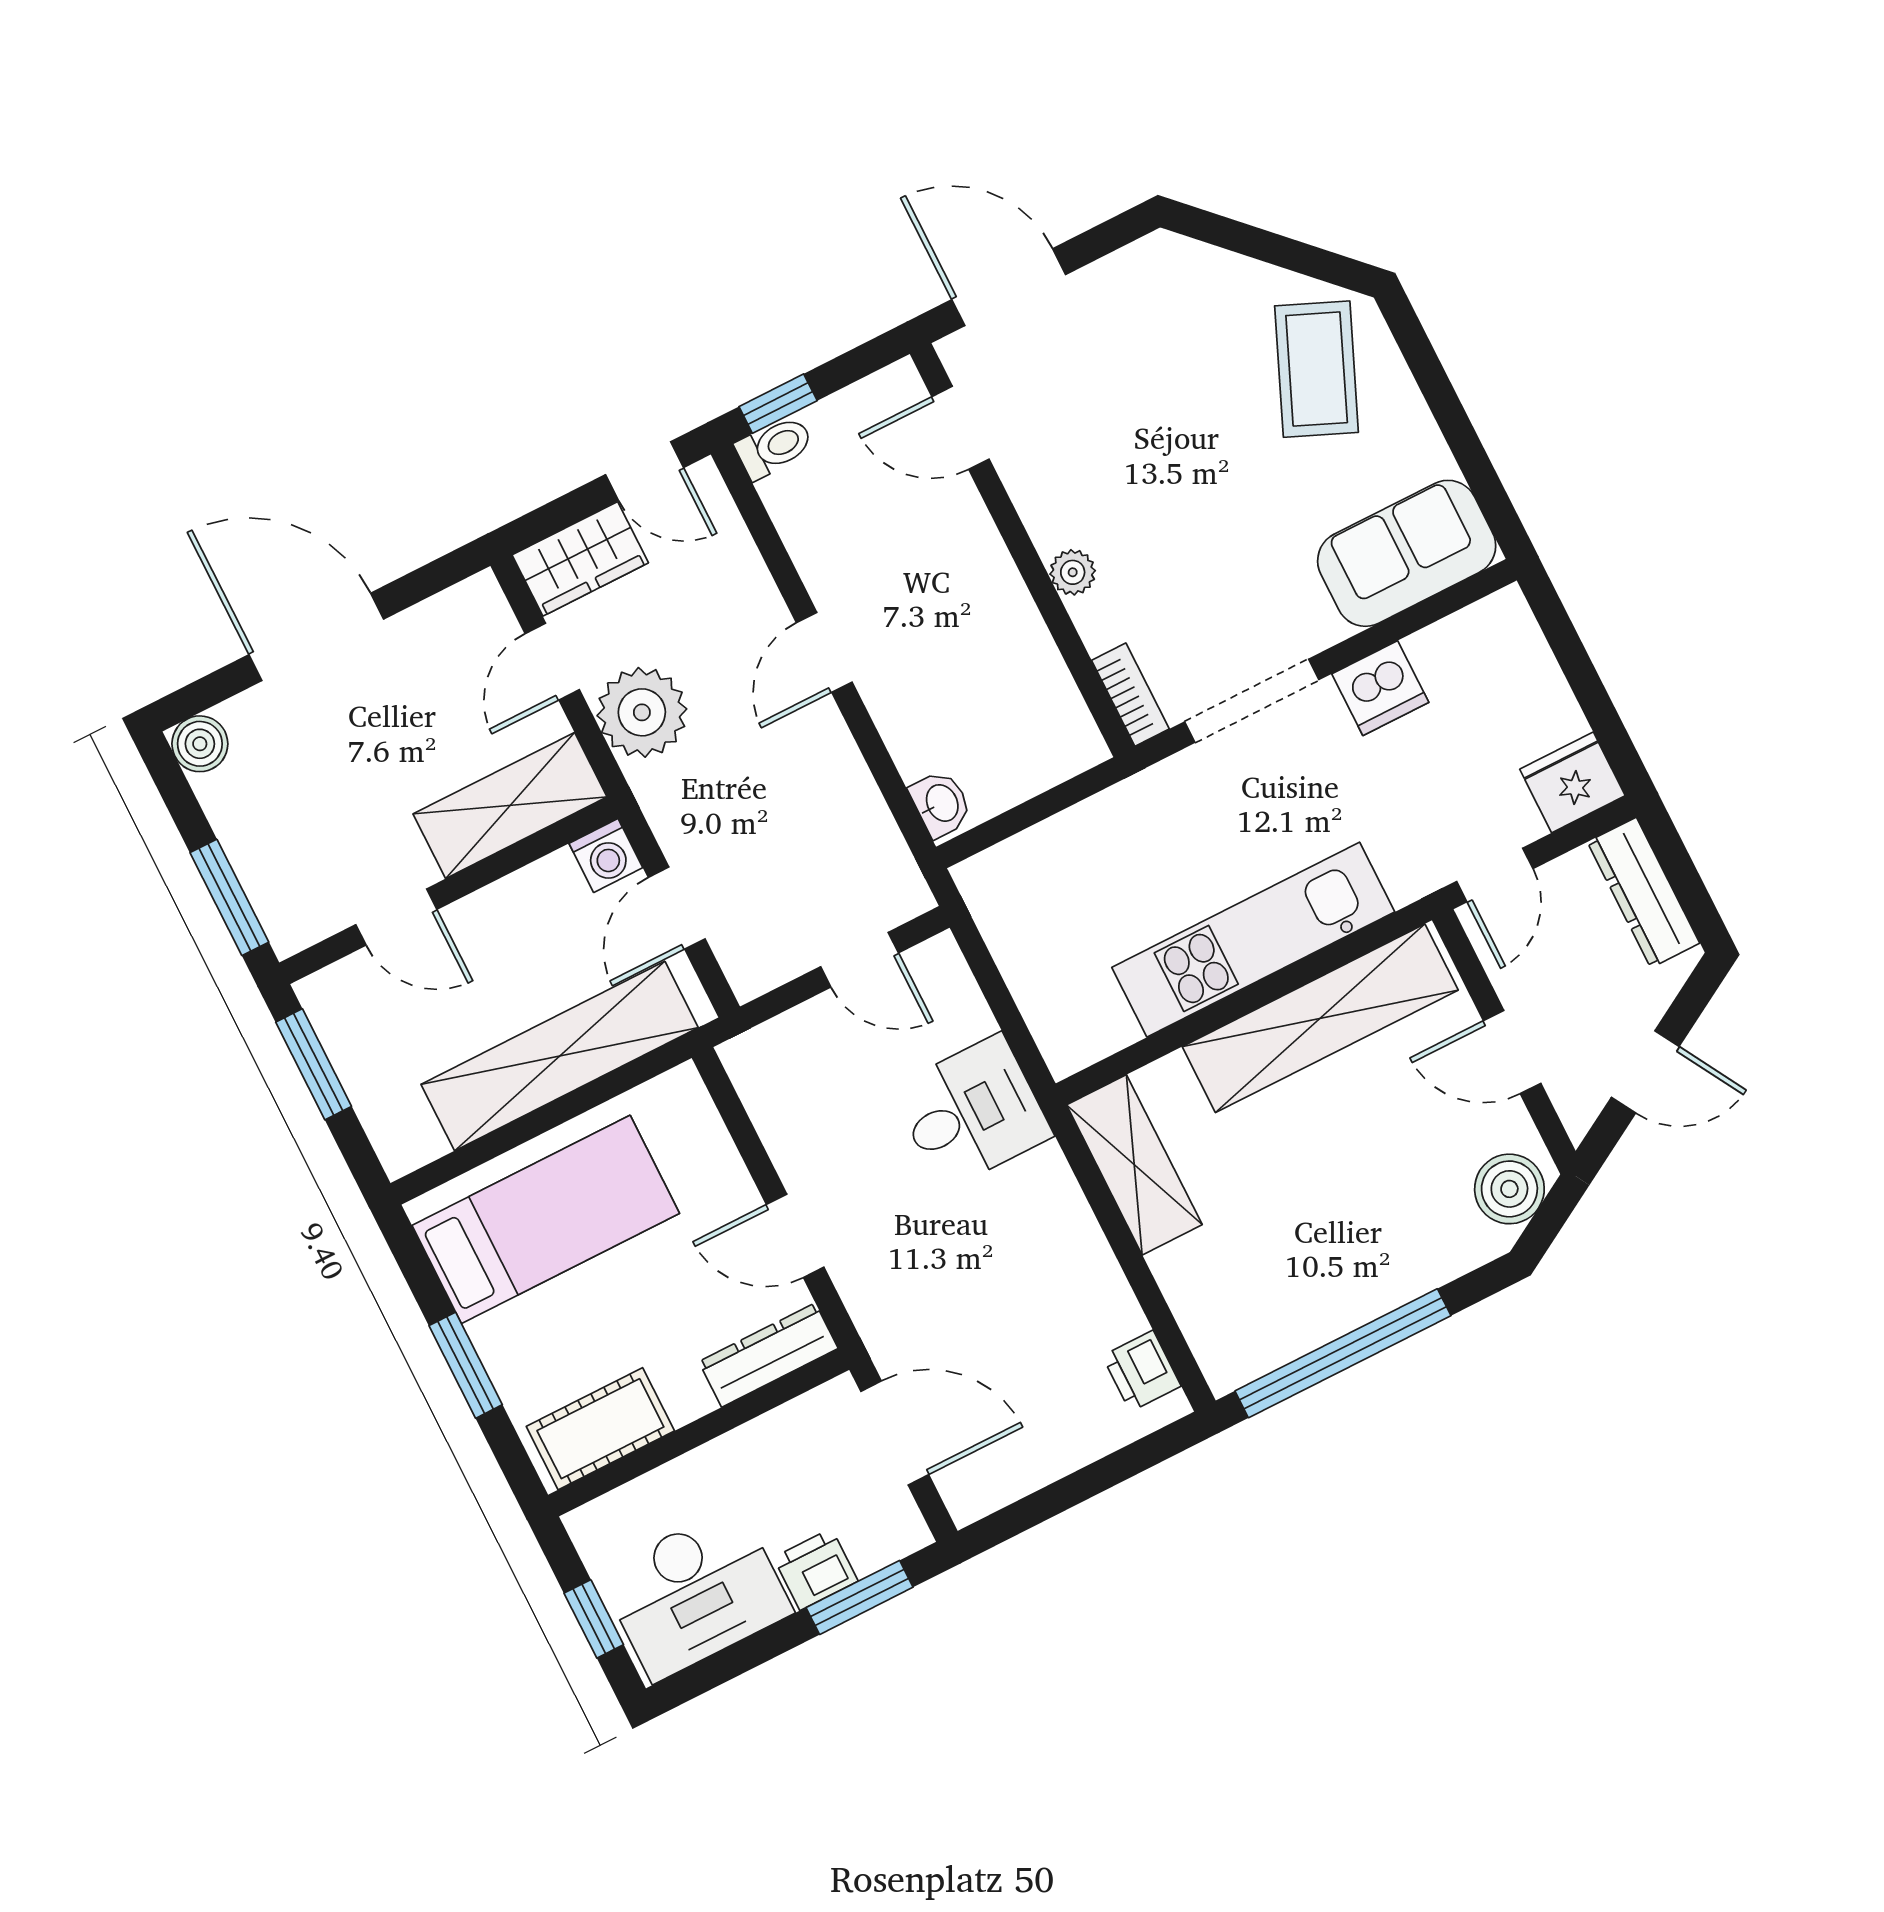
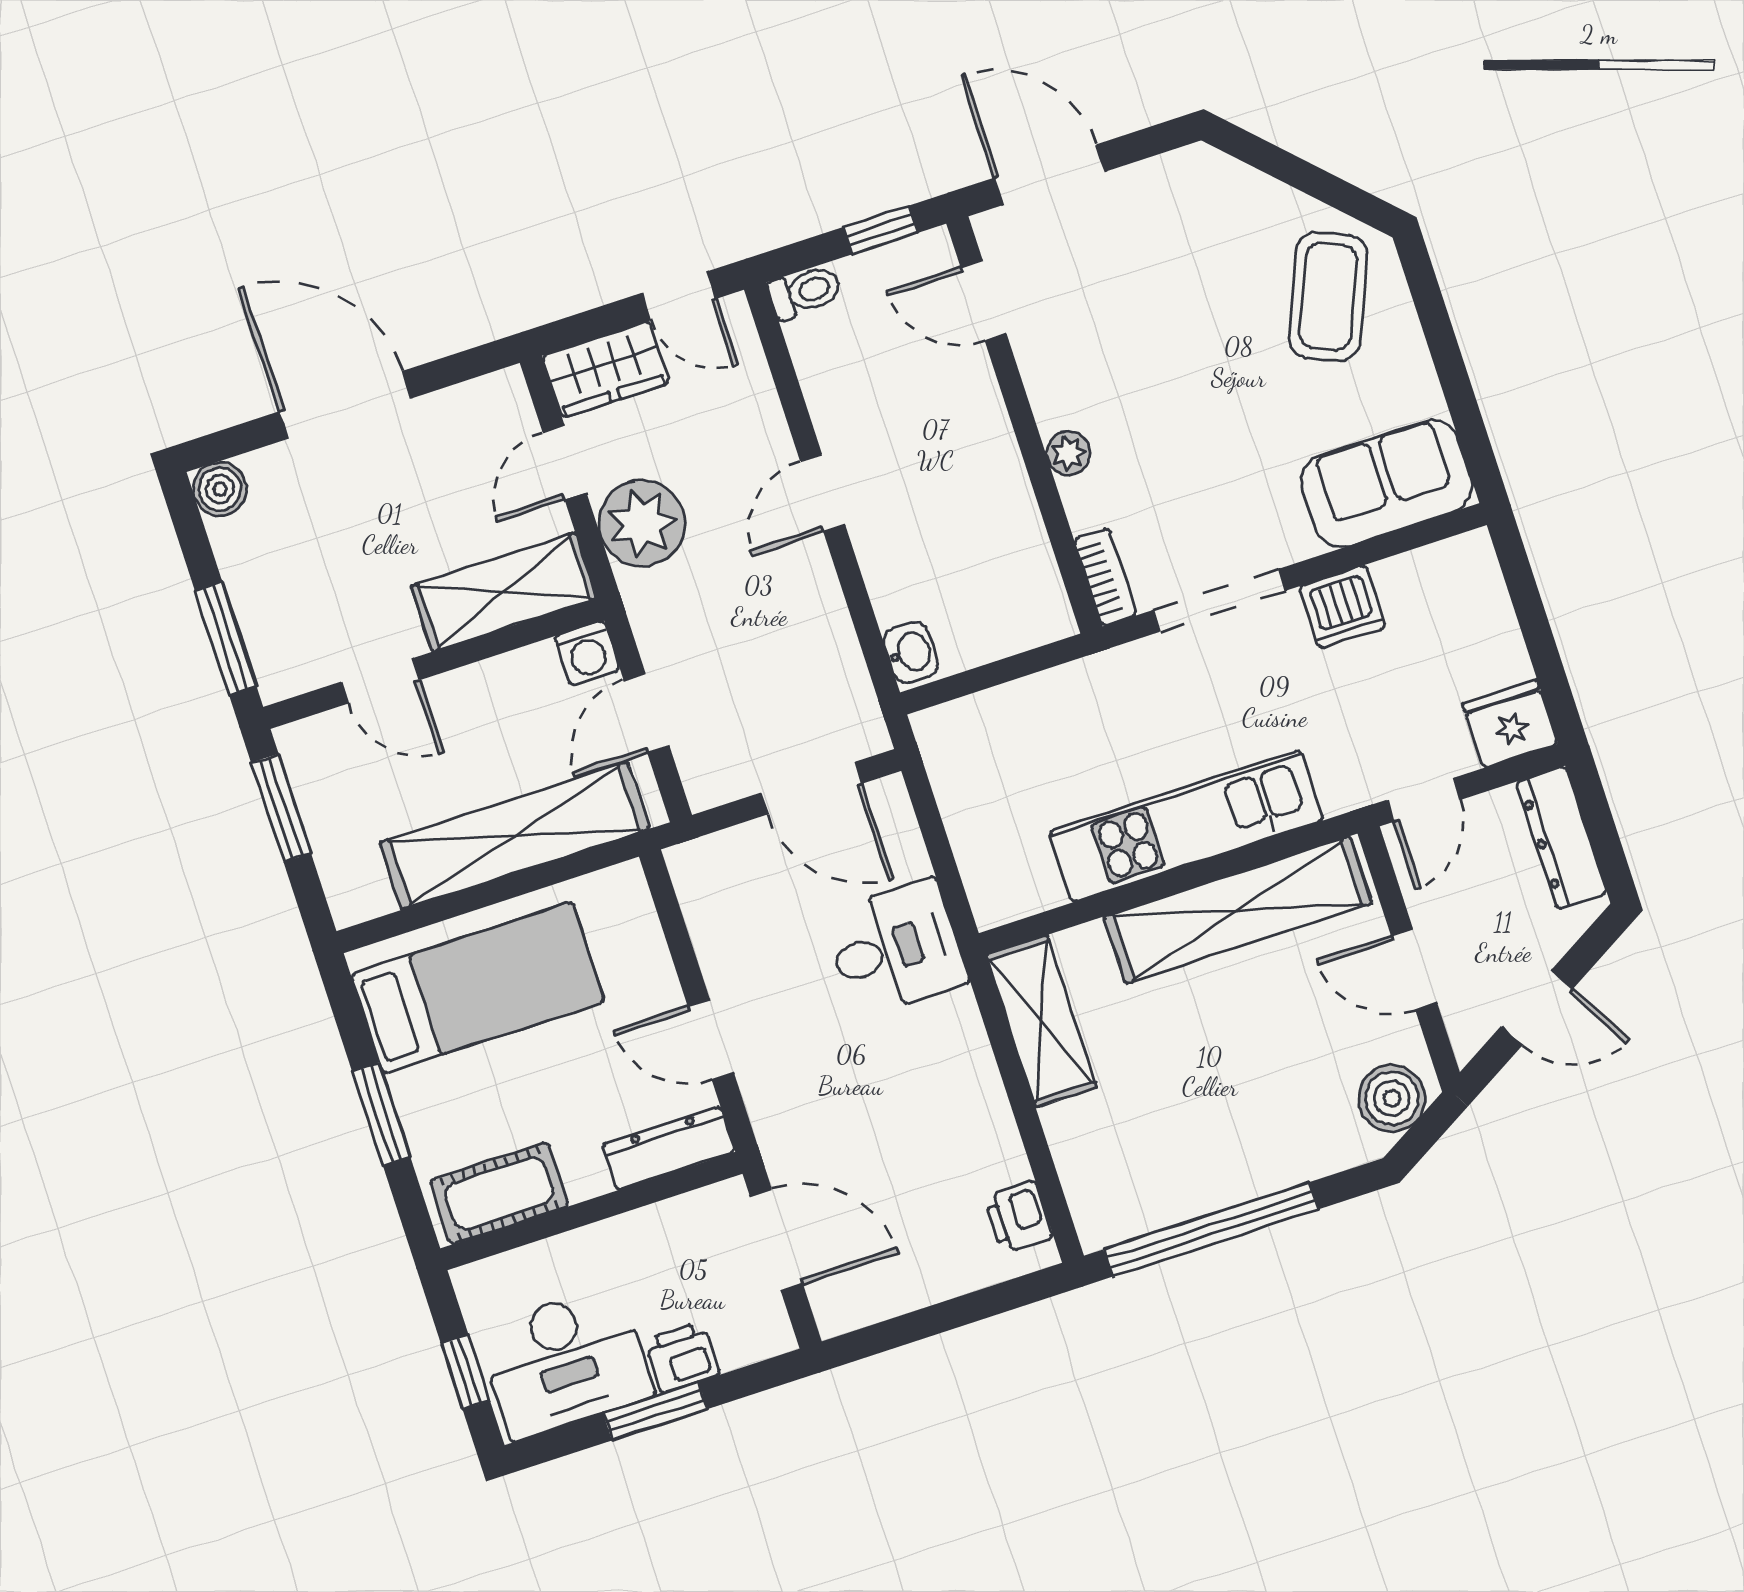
window: (778, 404) -> (880, 230), moved
door: (860, 960) -> (812, 788), width x1.38
window: (860, 1597) -> (655, 1411), moved

